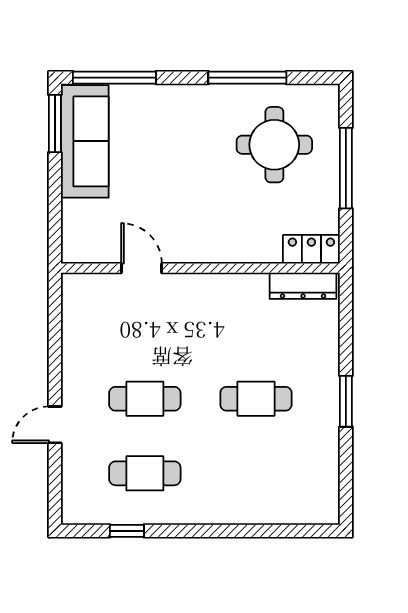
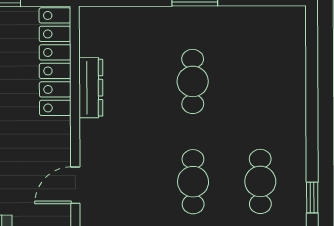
locker: (311, 249) -> (55, 62), width x2.16, depth x1.21
dresser: (303, 286) -> (91, 88), moved

